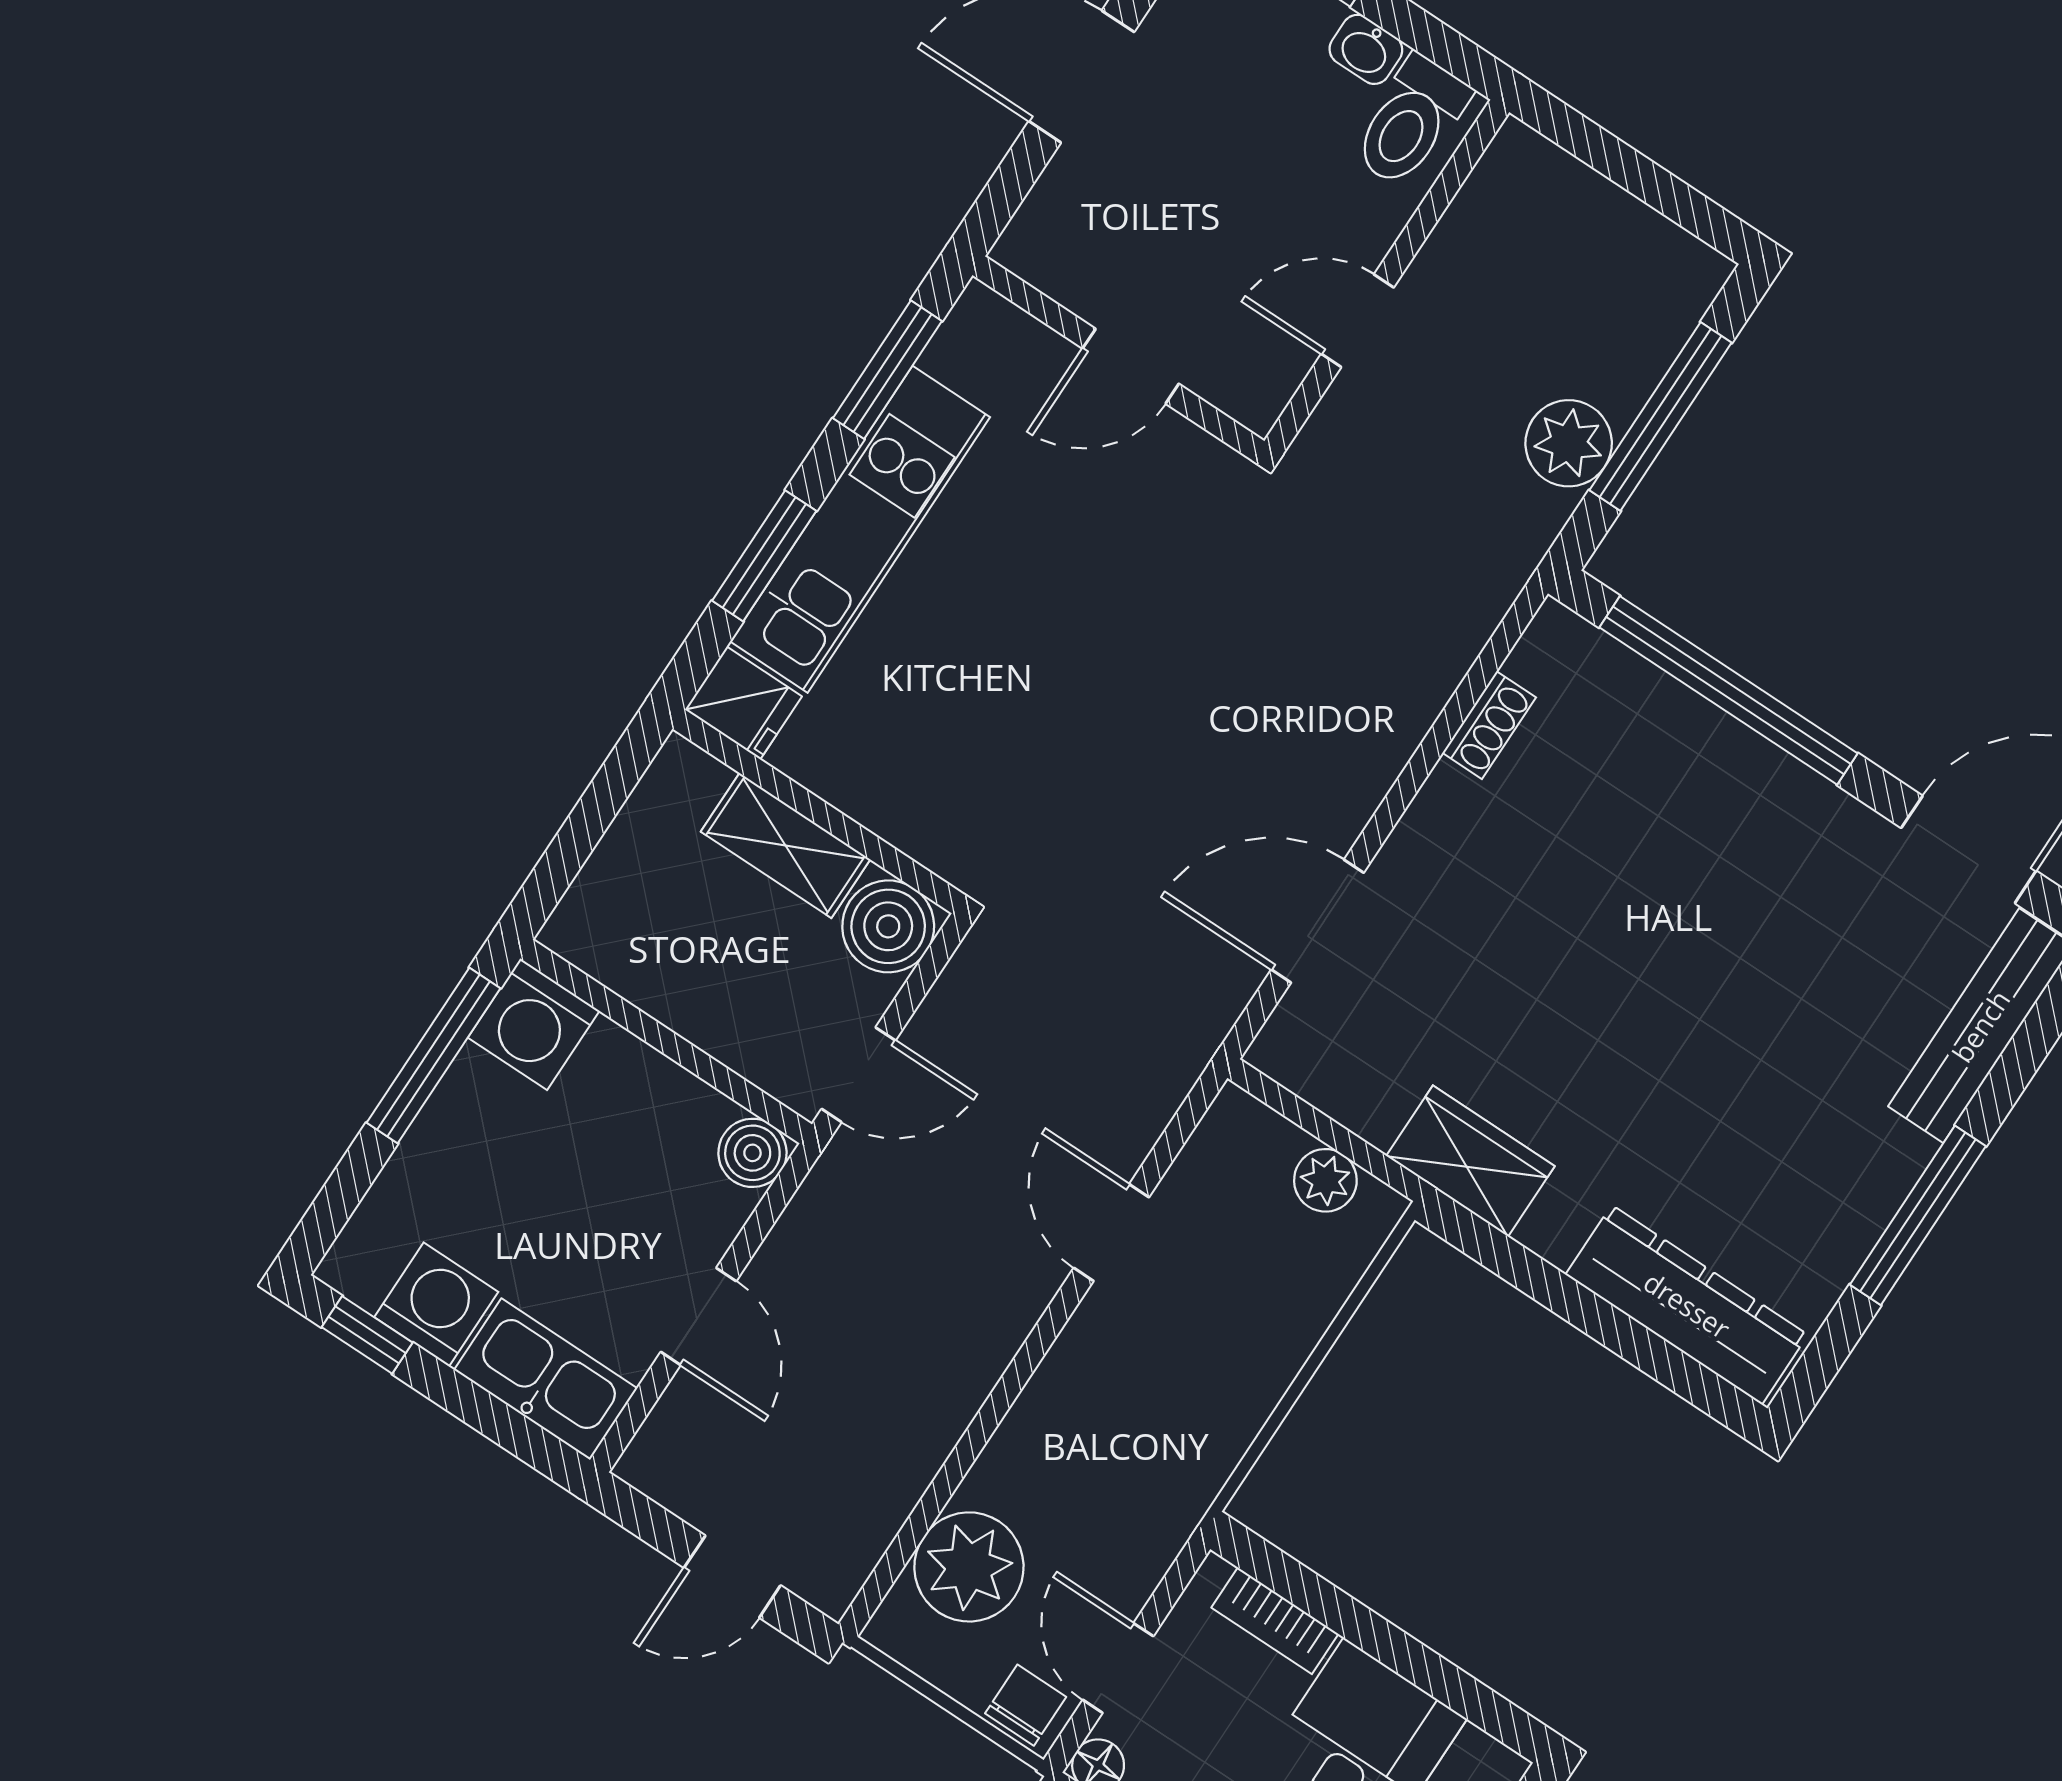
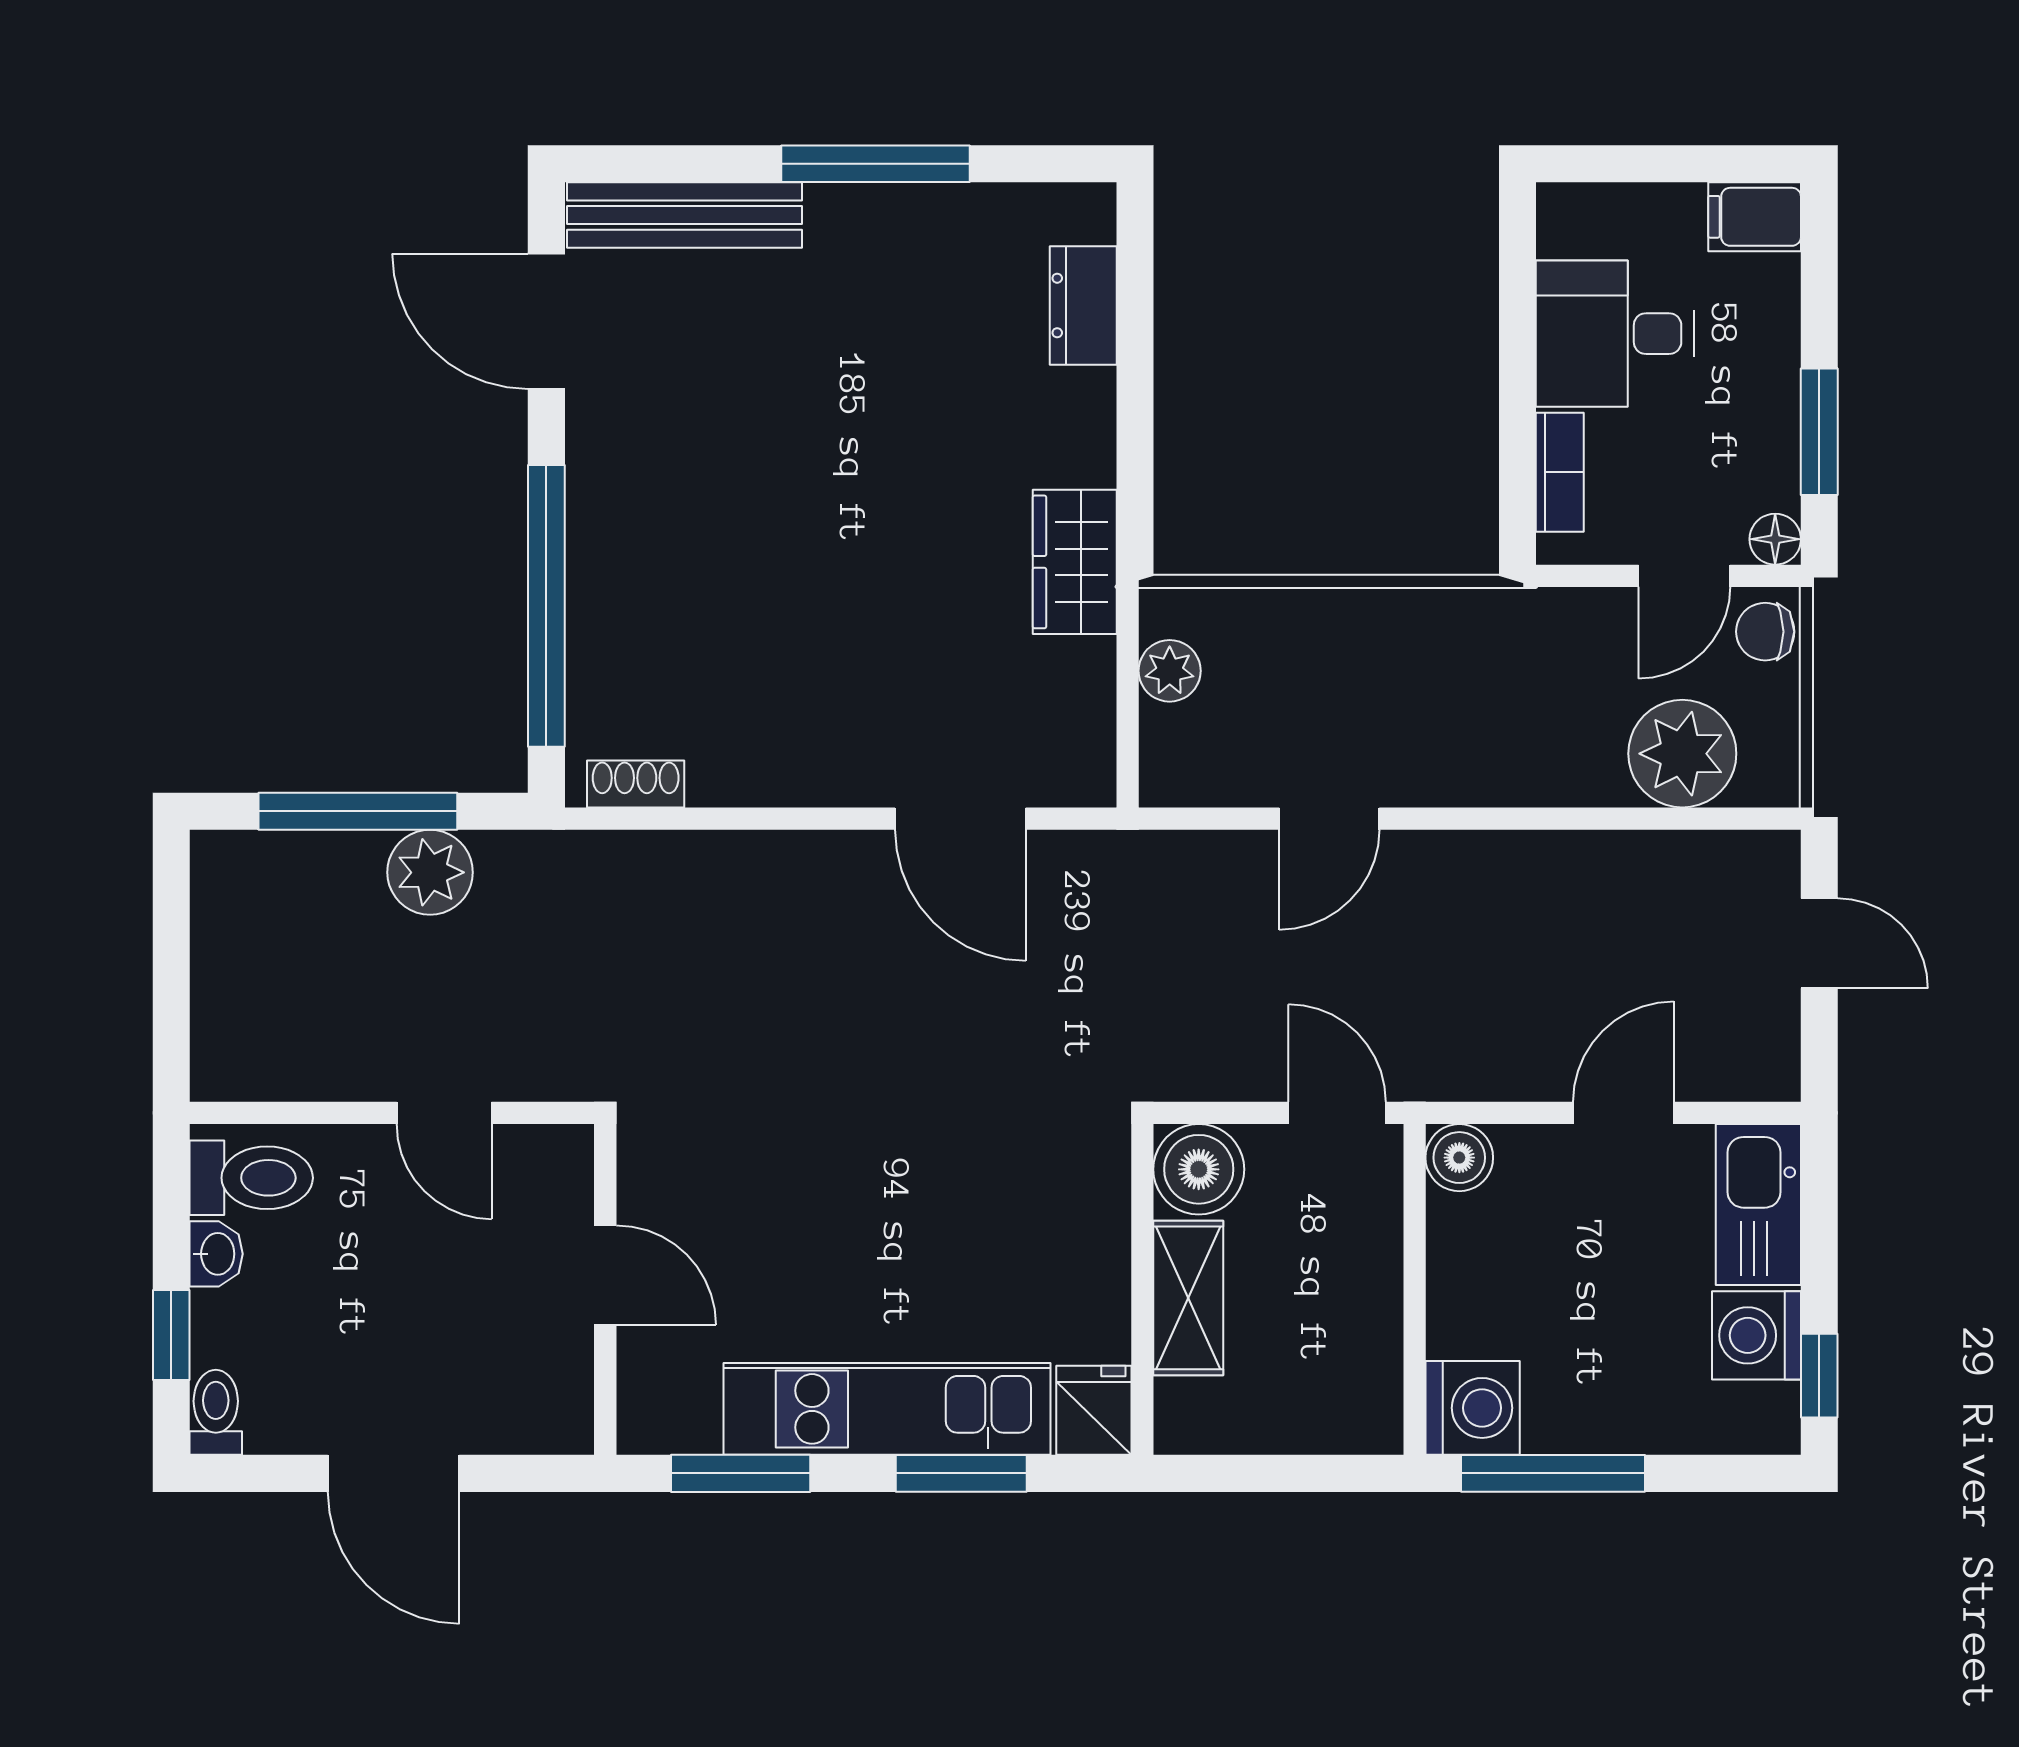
shoe rack: (1489, 725) -> (636, 784), moved
dresser: (1687, 1305) -> (1083, 305), width x0.51, depth x0.80

